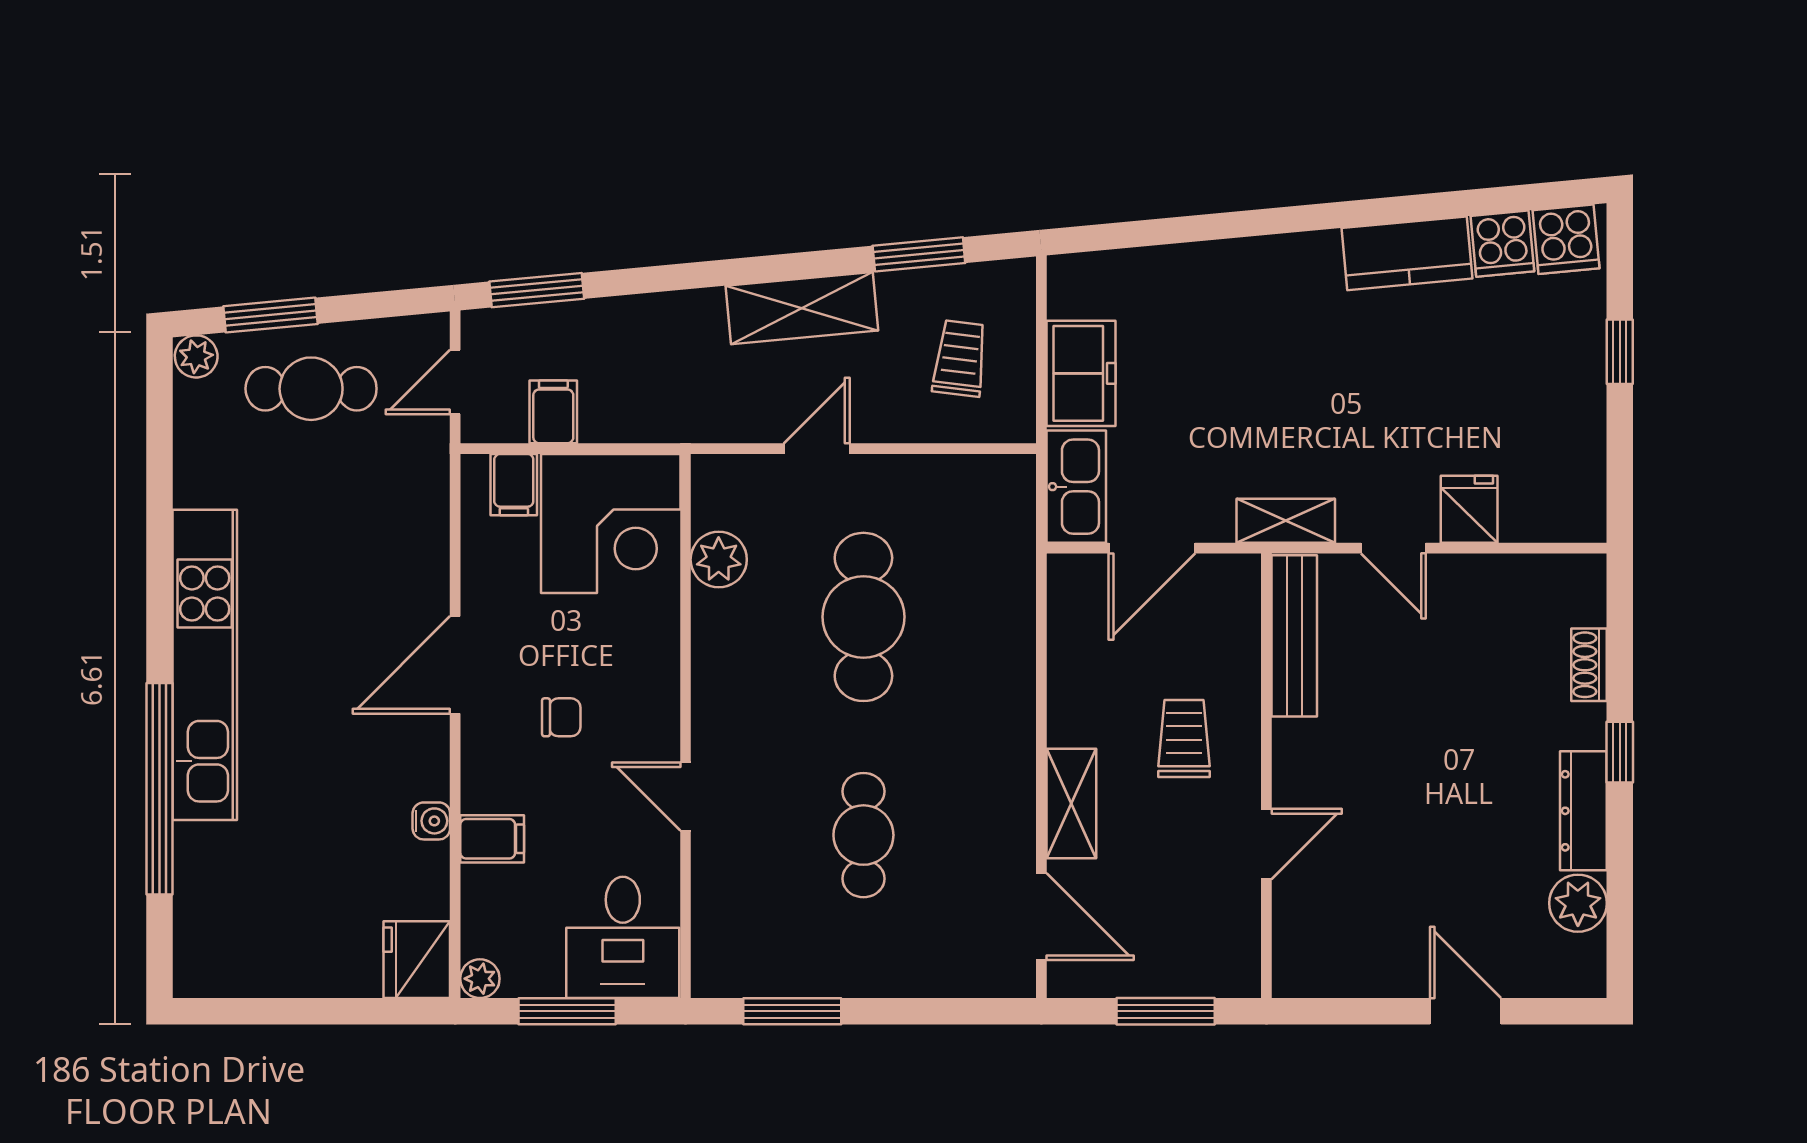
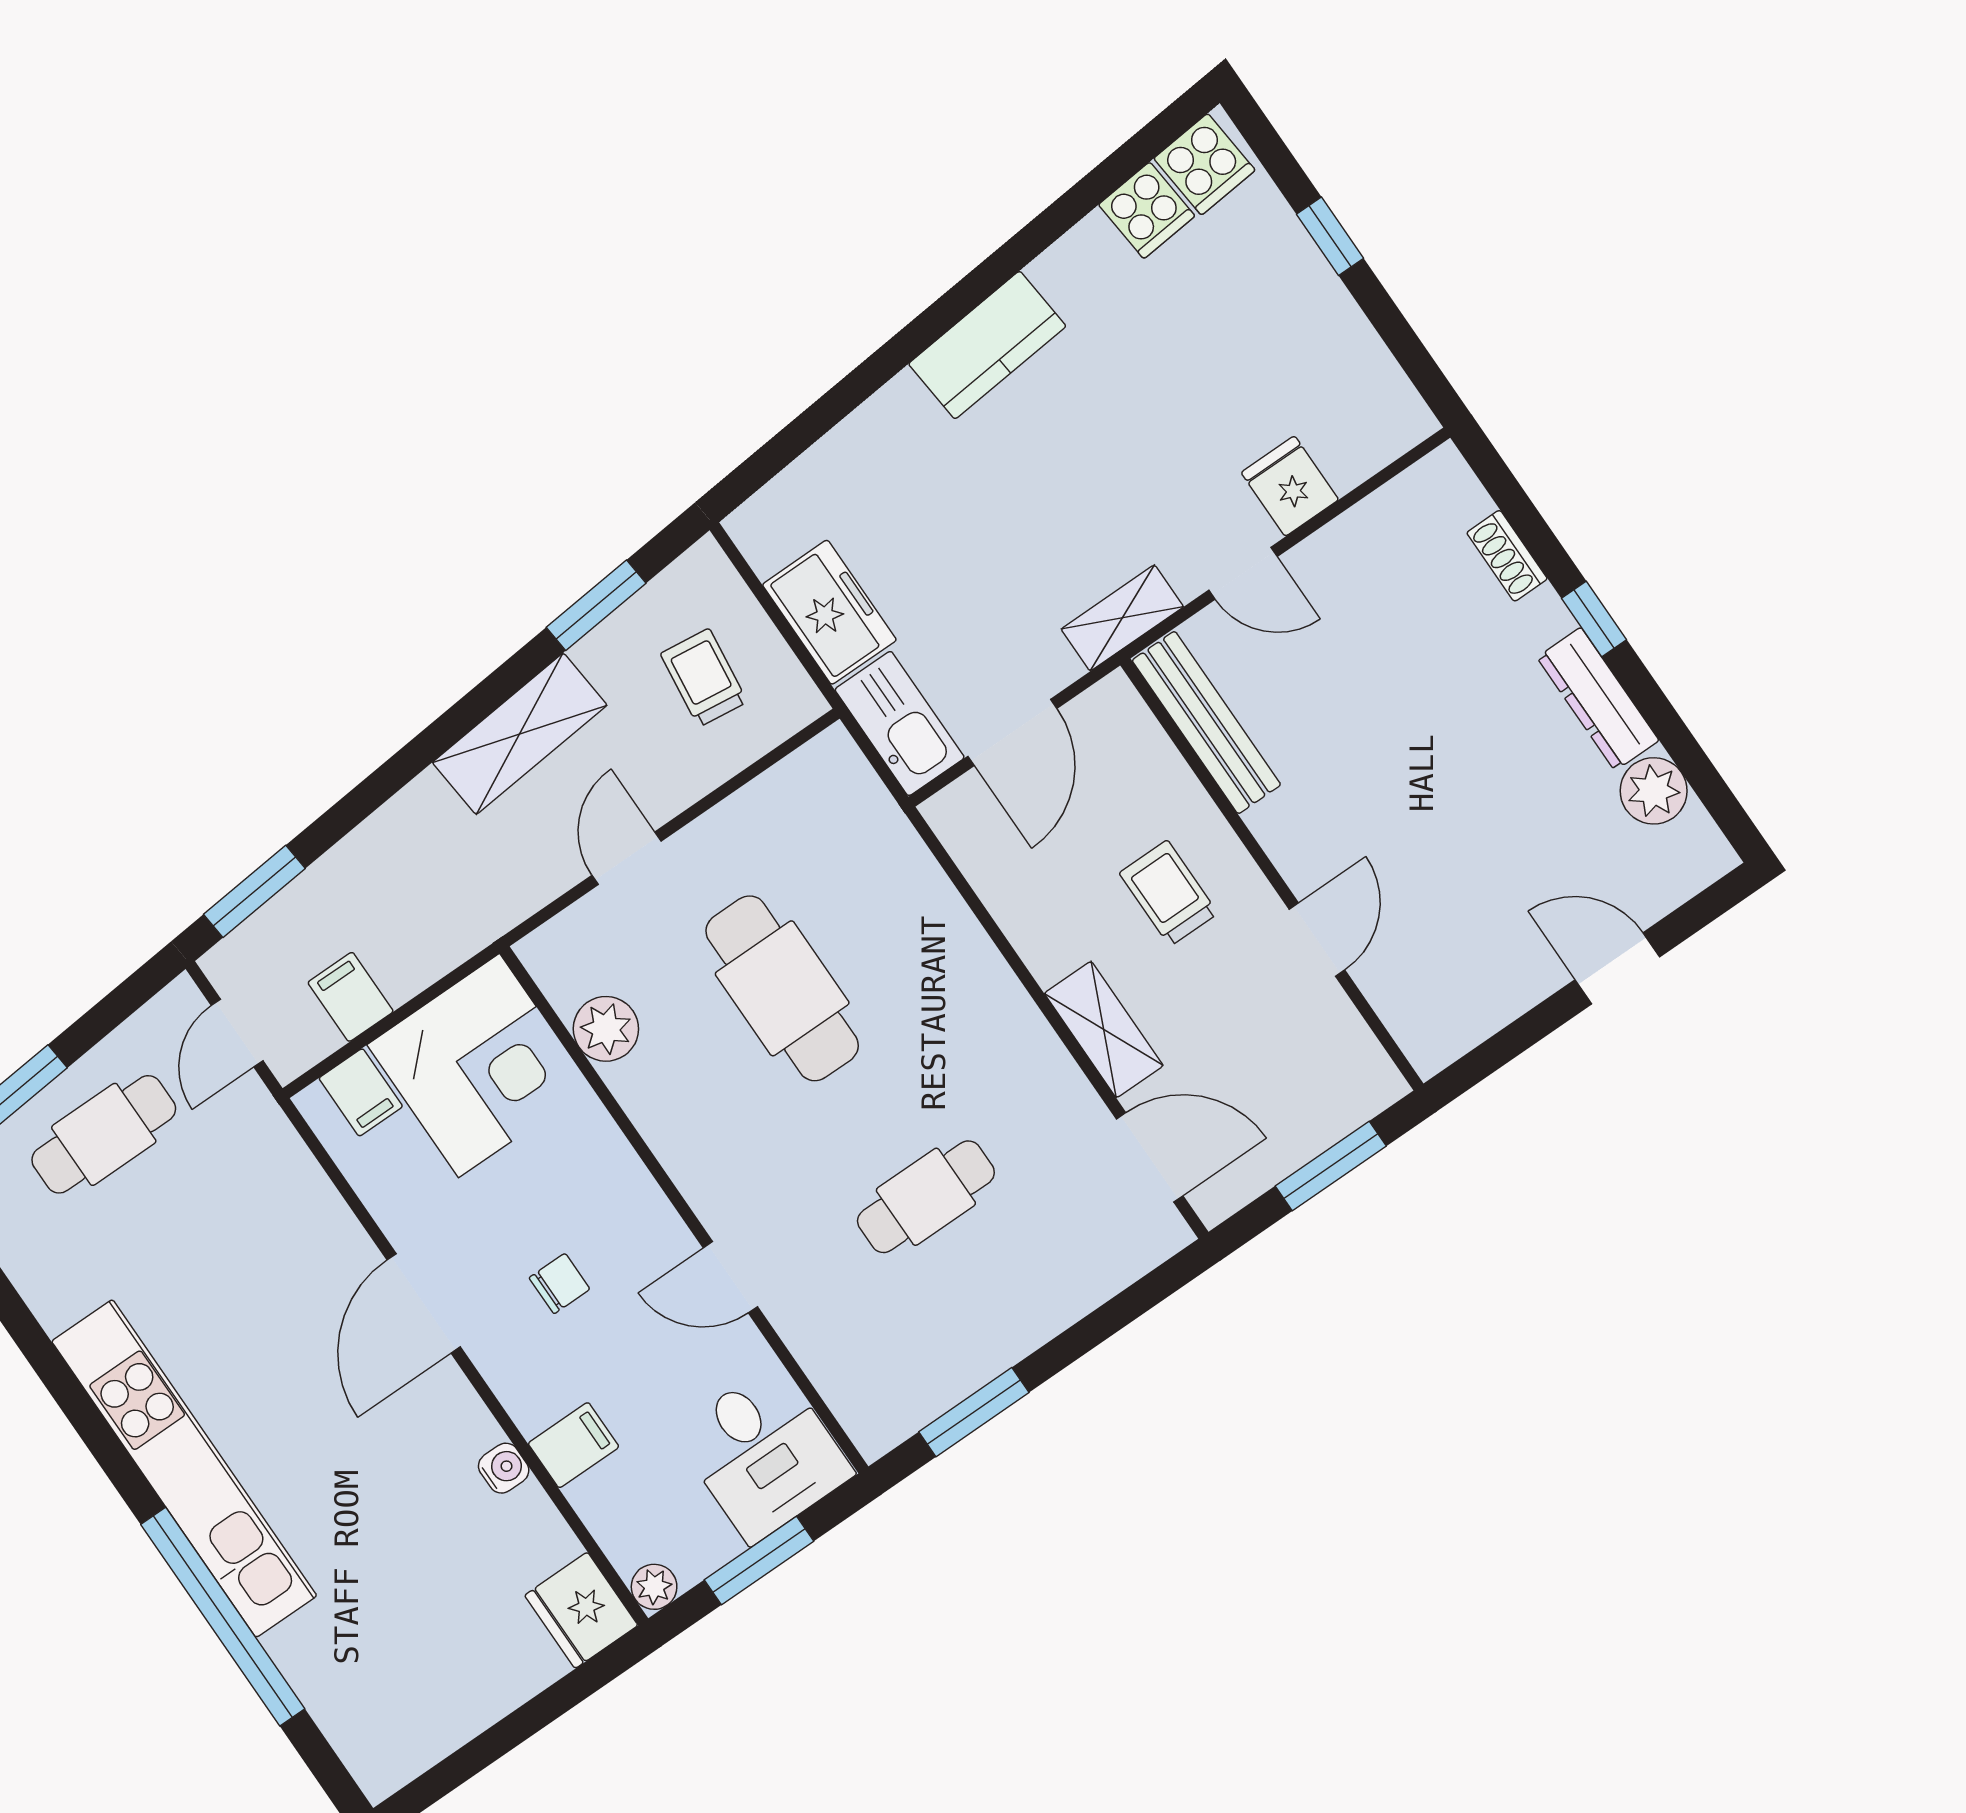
kitchen counter: (1407, 253) -> (987, 345), moved
cafe table: (863, 835) -> (926, 1197), turned 90

